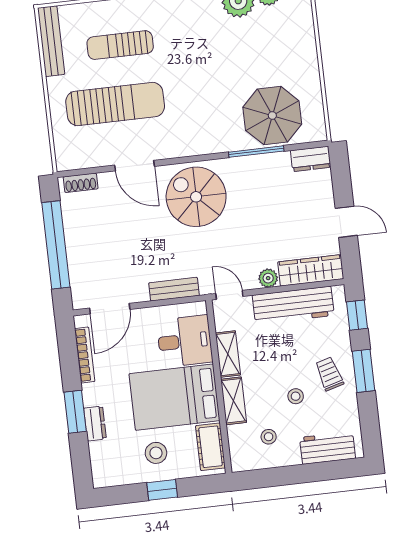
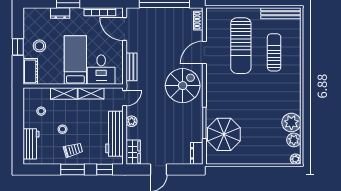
wardrobe: (311, 270) -> (133, 152), width x0.67
bed: (175, 397) -> (75, 60), width x0.67
cot: (211, 447) -> (30, 71), moved, turned 90

